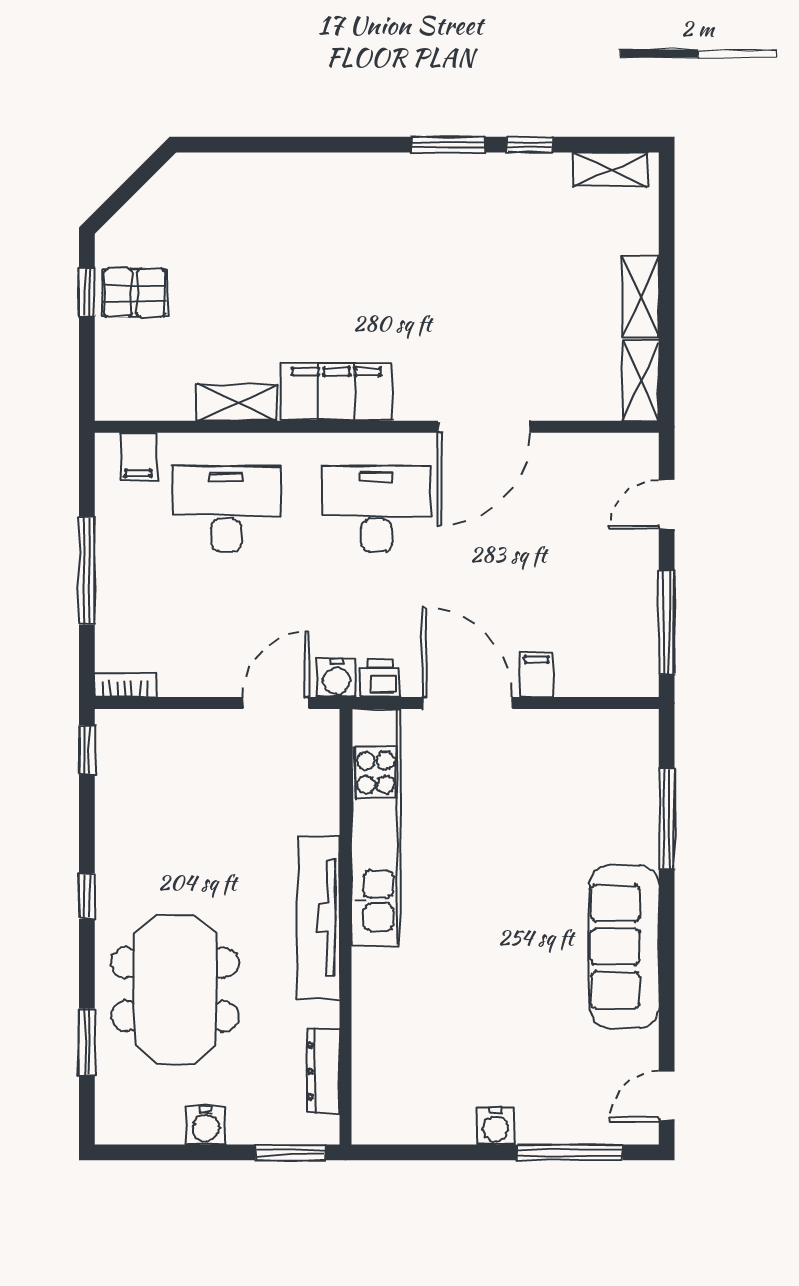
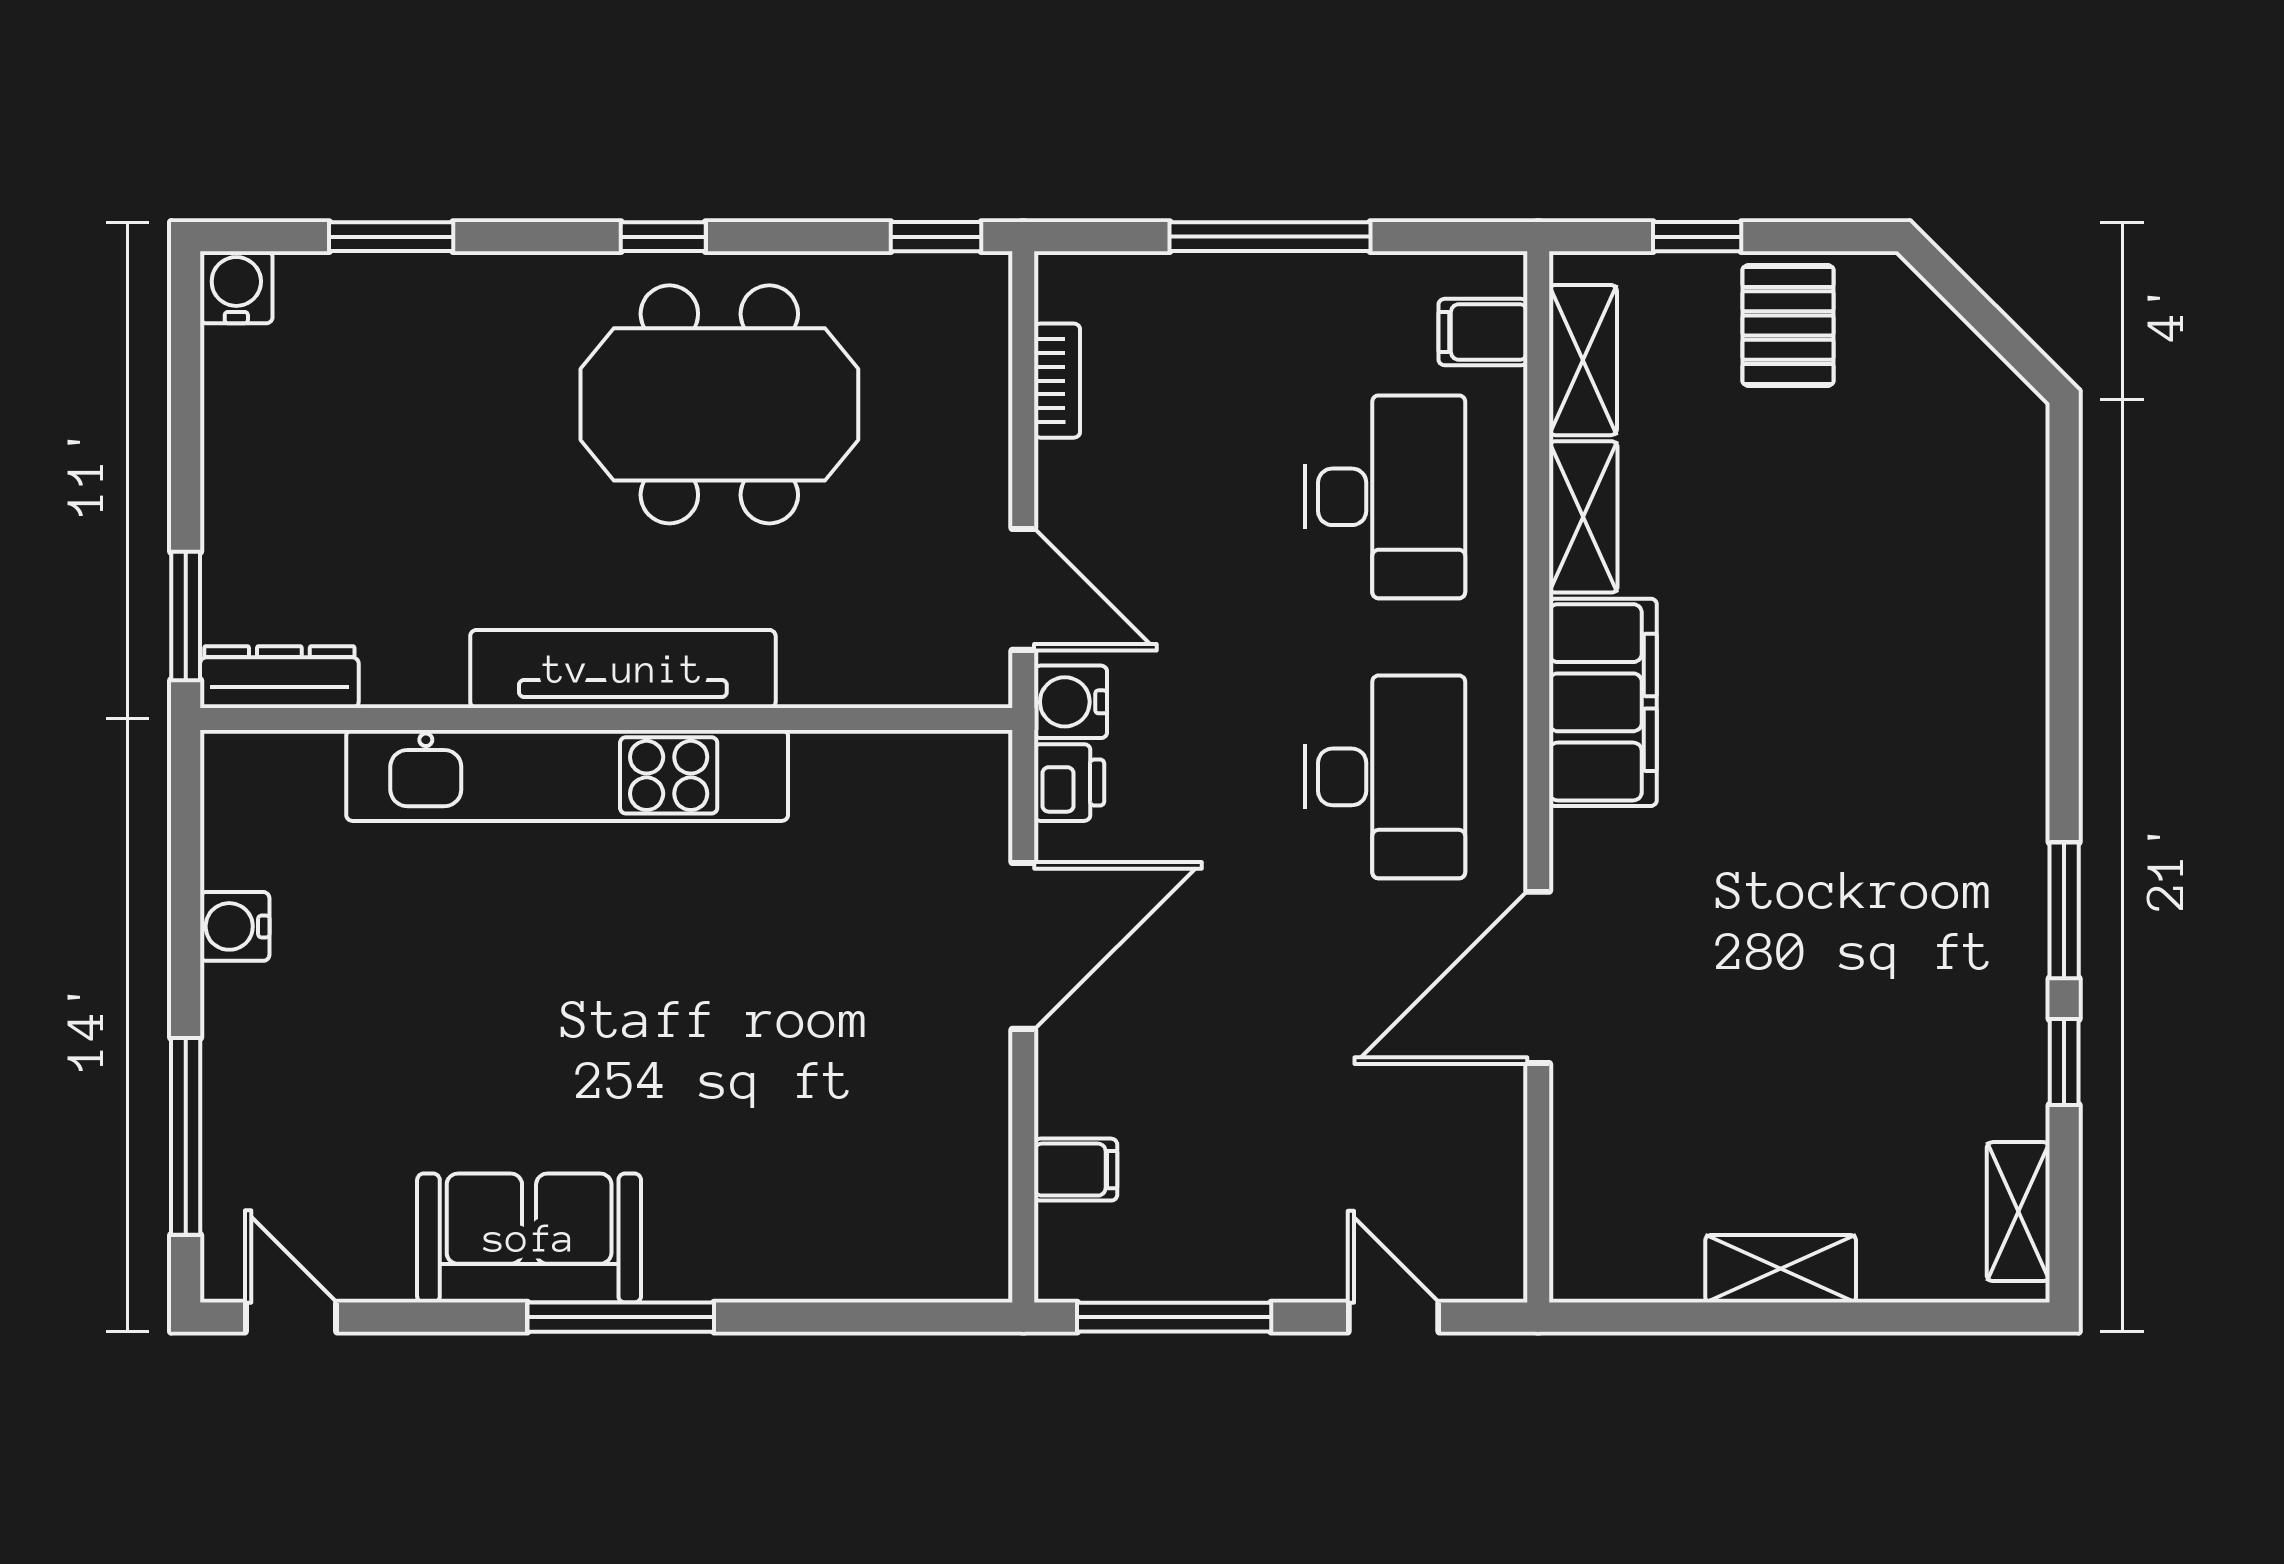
window: (87, 292) -> (1697, 237), moved
shelving: (641, 381) -> (1583, 360), moved, turned 90
door: (484, 427) -> (1538, 977), hinge flipped
filing cabinet: (537, 675) -> (1076, 1170), moved
bookcase: (125, 685) -> (1057, 381), moved
window: (667, 819) -> (621, 1317), moved
kitchen unit: (376, 827) -> (567, 775), moved
sofa: (624, 947) -> (529, 1238), width x0.73
meeting table: (175, 989) -> (719, 404), moved
dresser: (323, 1071) -> (279, 677), moved
water cooler: (206, 1125) -> (236, 287), moved, turned 90
water cooler: (495, 1126) -> (235, 926), moved

